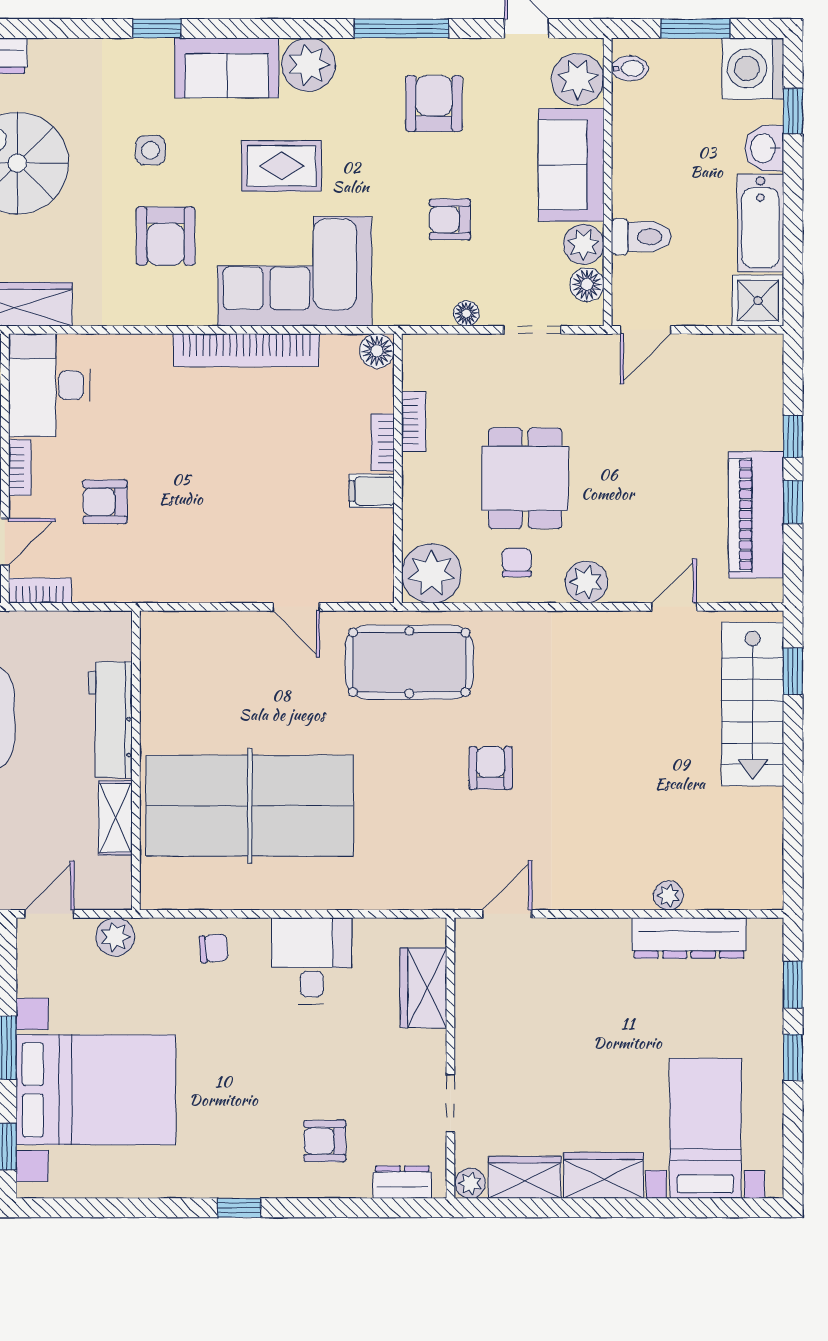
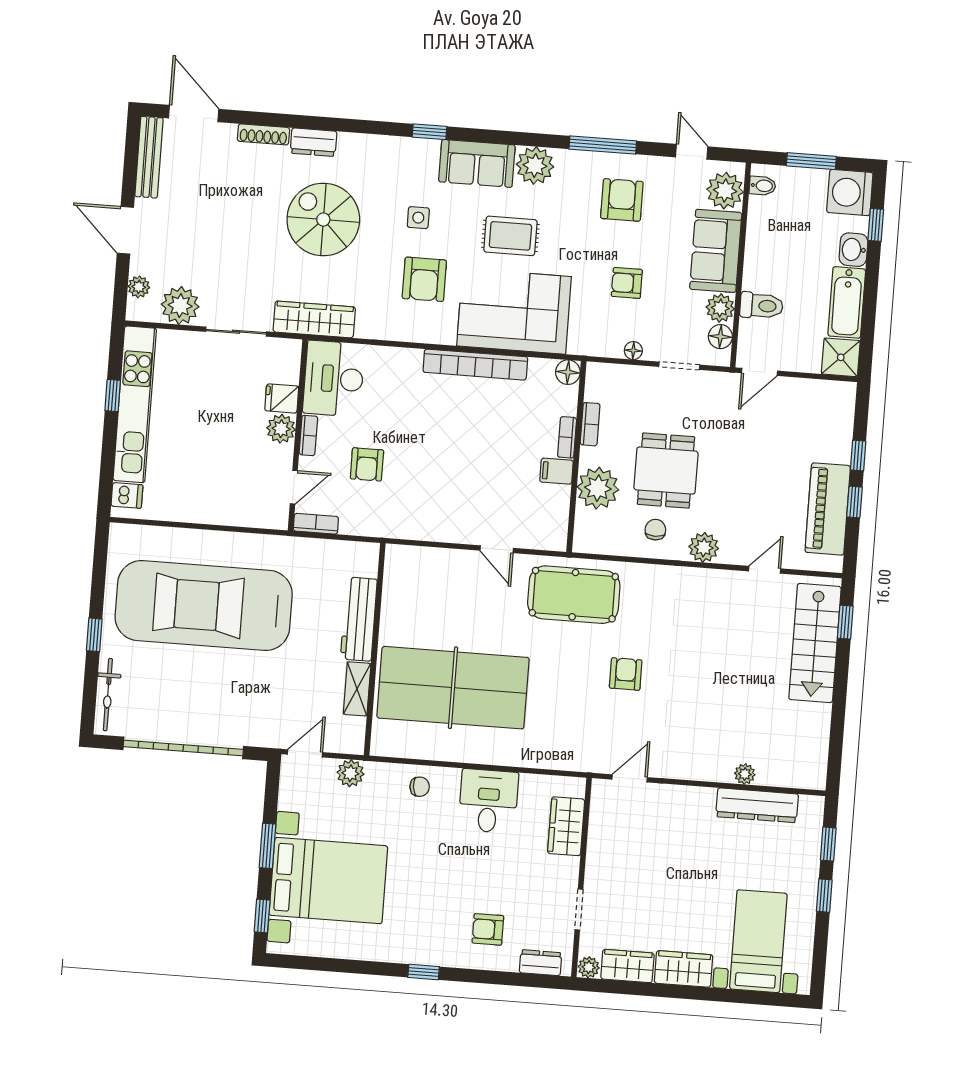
armchair: (105, 502) -> (367, 464), turned -90
plant: (431, 573) -> (598, 488), moved

